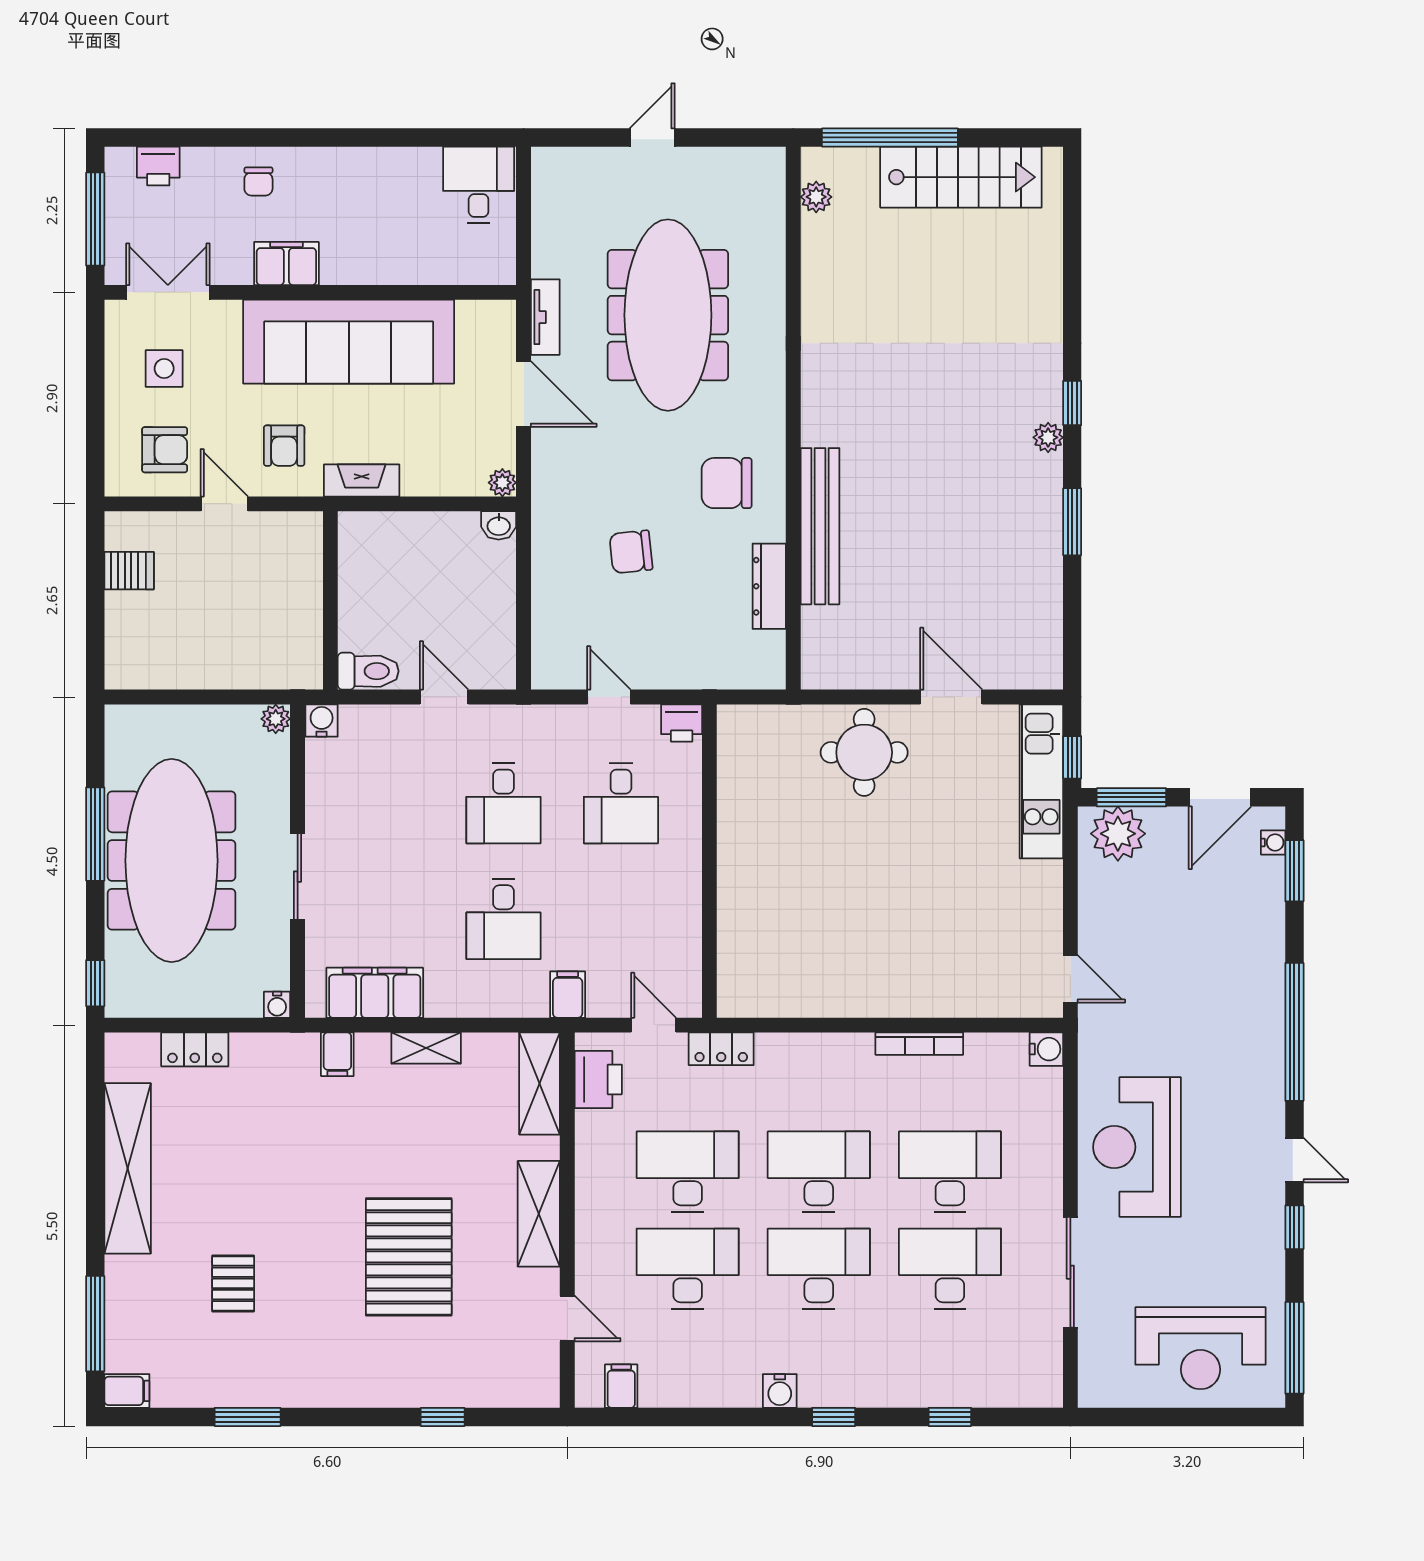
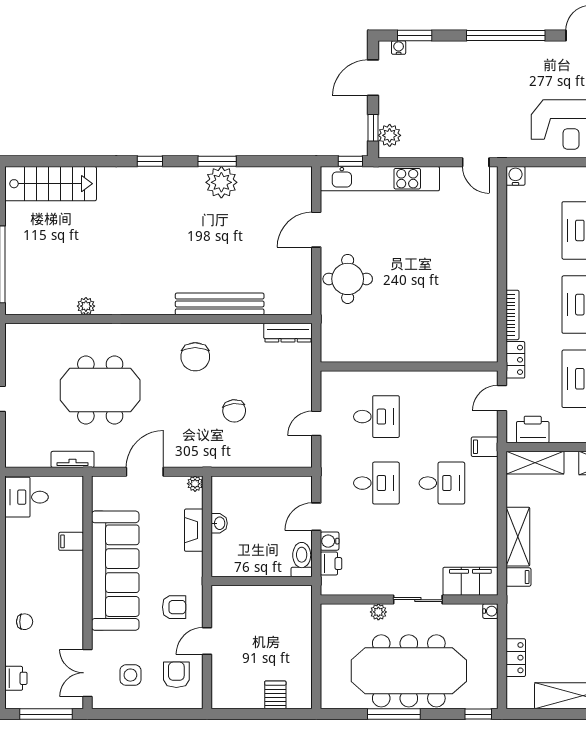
stairs: (961, 177) -> (51, 184), moved, turned 90
plant: (816, 197) -> (86, 306), moved
filing cabinet: (286, 264) -> (71, 541), moved, width x0.50
meeting table: (668, 315) -> (100, 390), width x0.73
tv unit: (545, 317) -> (73, 459), moved
plant: (1048, 437) -> (221, 182), moved, width x1.88, depth x1.88
fireplace: (362, 480) -> (194, 530), moved
washbasin: (499, 525) -> (219, 523), moved
server rack: (129, 571) -> (275, 695), moved
dresser: (769, 586) -> (288, 333), moved
plant: (276, 719) -> (378, 612), moved
water cooler: (322, 721) -> (330, 541), moved
printer: (682, 723) -> (331, 564), moved
kitchen unit: (1041, 781) -> (380, 179), width x1.36
window: (1131, 797) -> (373, 128), width x0.67
door: (1220, 797) -> (373, 78), swing flipped
plant: (1118, 834) -> (390, 135), width x0.73, depth x0.73
door: (1070, 979) -> (476, 162), swing flipped
filing cabinet: (375, 993) -> (470, 581), moved, turned 90
bookcase: (919, 1044) -> (512, 315), moved
shelving: (426, 1048) -> (518, 537), width x1.50, depth x1.33

